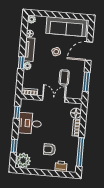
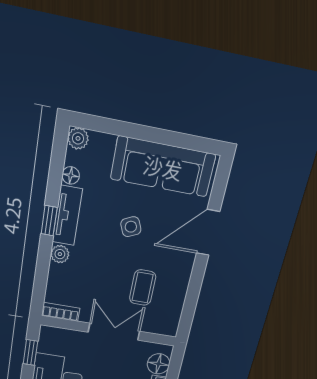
window: (21, 63) -> (49, 221), moved
window: (86, 82) -> (191, 301), removed

